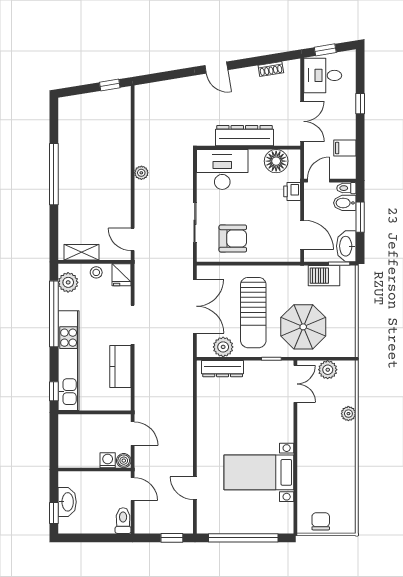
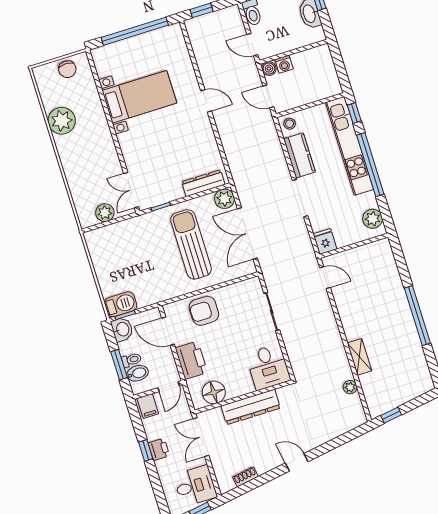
window: (360, 104) -> (146, 450), moved
printer: (347, 122) -> (159, 449), added
filing cabinet: (345, 148) -> (148, 406), moved, turned 90
desk: (222, 169) -> (268, 367), width x0.73
plant: (141, 173) -> (350, 387), moved
toilet: (346, 188) -> (132, 360), moved
printer: (292, 191) -> (191, 360), width x1.87, depth x1.48
armchair: (233, 238) -> (204, 311), moved
washbasin: (346, 246) -> (122, 329), width x0.72
shelving: (81, 252) -> (359, 357), moved, turned 90
stool: (96, 272) -> (290, 124), moved
barbecue: (324, 276) -> (121, 304), moved
window: (54, 314) -> (370, 165), moved
parasol: (303, 327) -> (140, 246), removed
plant: (223, 347) -> (224, 199), moved
plant: (348, 414) -> (62, 121), moved, width x1.87, depth x1.87
door: (195, 488) -> (206, 101), moved

